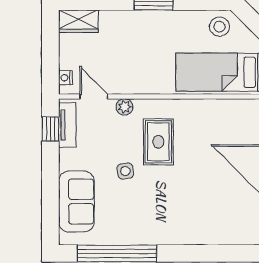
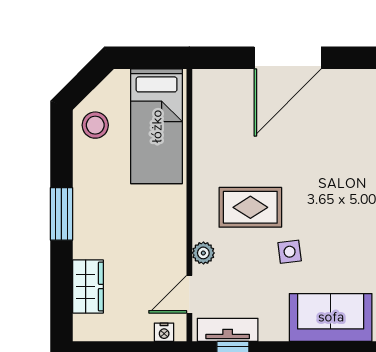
wardrobe: (78, 21) -> (88, 286), moved

